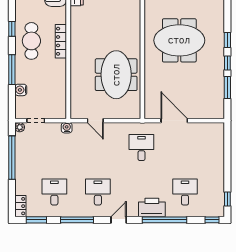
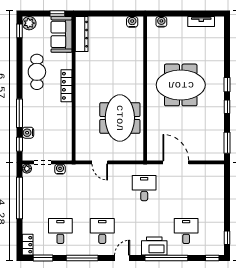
window: (12, 29) -> (19, 144), moved
cafe table: (31, 41) -> (37, 72), moved
window: (227, 87) -> (227, 143), moved
water cooler: (67, 128) -> (60, 169), moved

